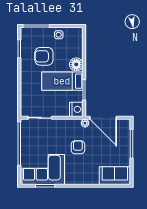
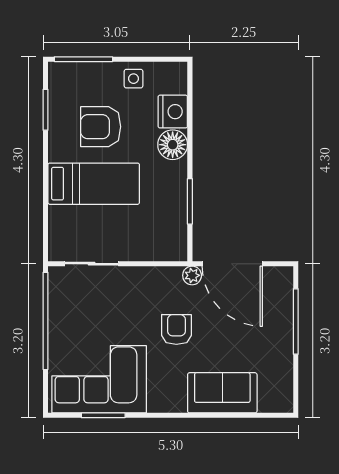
bed: (62, 81) -> (94, 184), moved, turned 180
nightstand: (76, 109) -> (173, 112), moved
sofa: (115, 176) -> (222, 393), moved

